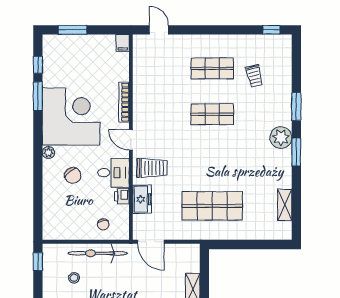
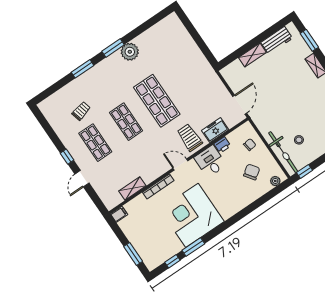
door: (159, 30) -> (82, 179), moved
window: (271, 30) -> (67, 157), moved
plant: (281, 138) -> (130, 52), moved
door: (131, 140) -> (180, 165), swing flipped
plant: (48, 153) -> (275, 181), moved
chair: (73, 175) -> (252, 172), moved
shelving: (285, 205) -> (132, 188), moved
shop shelf: (212, 206) -> (157, 101), moved
bicycle: (98, 253) -> (283, 152), moved

